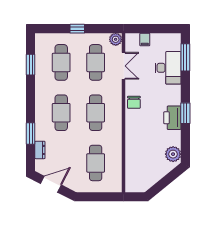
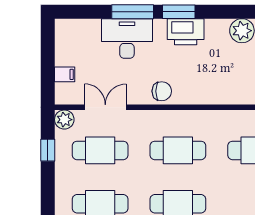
window: (77, 29) -> (48, 150), moved
window: (185, 57) -> (133, 12), moved
desk: (168, 68) -> (127, 38), moved

